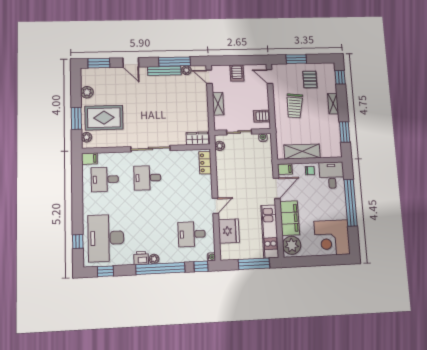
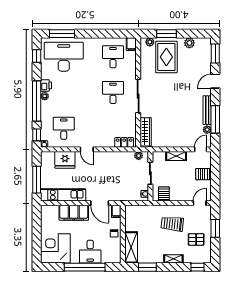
wardrobe: (197, 138) -> (146, 132), width x1.50
shelving: (302, 151) -> (131, 247), moved
desk: (332, 175) -> (90, 252), moved, turned 90
window: (78, 241) -> (62, 34), width x2.17
plant: (292, 245) -> (51, 213), removed

